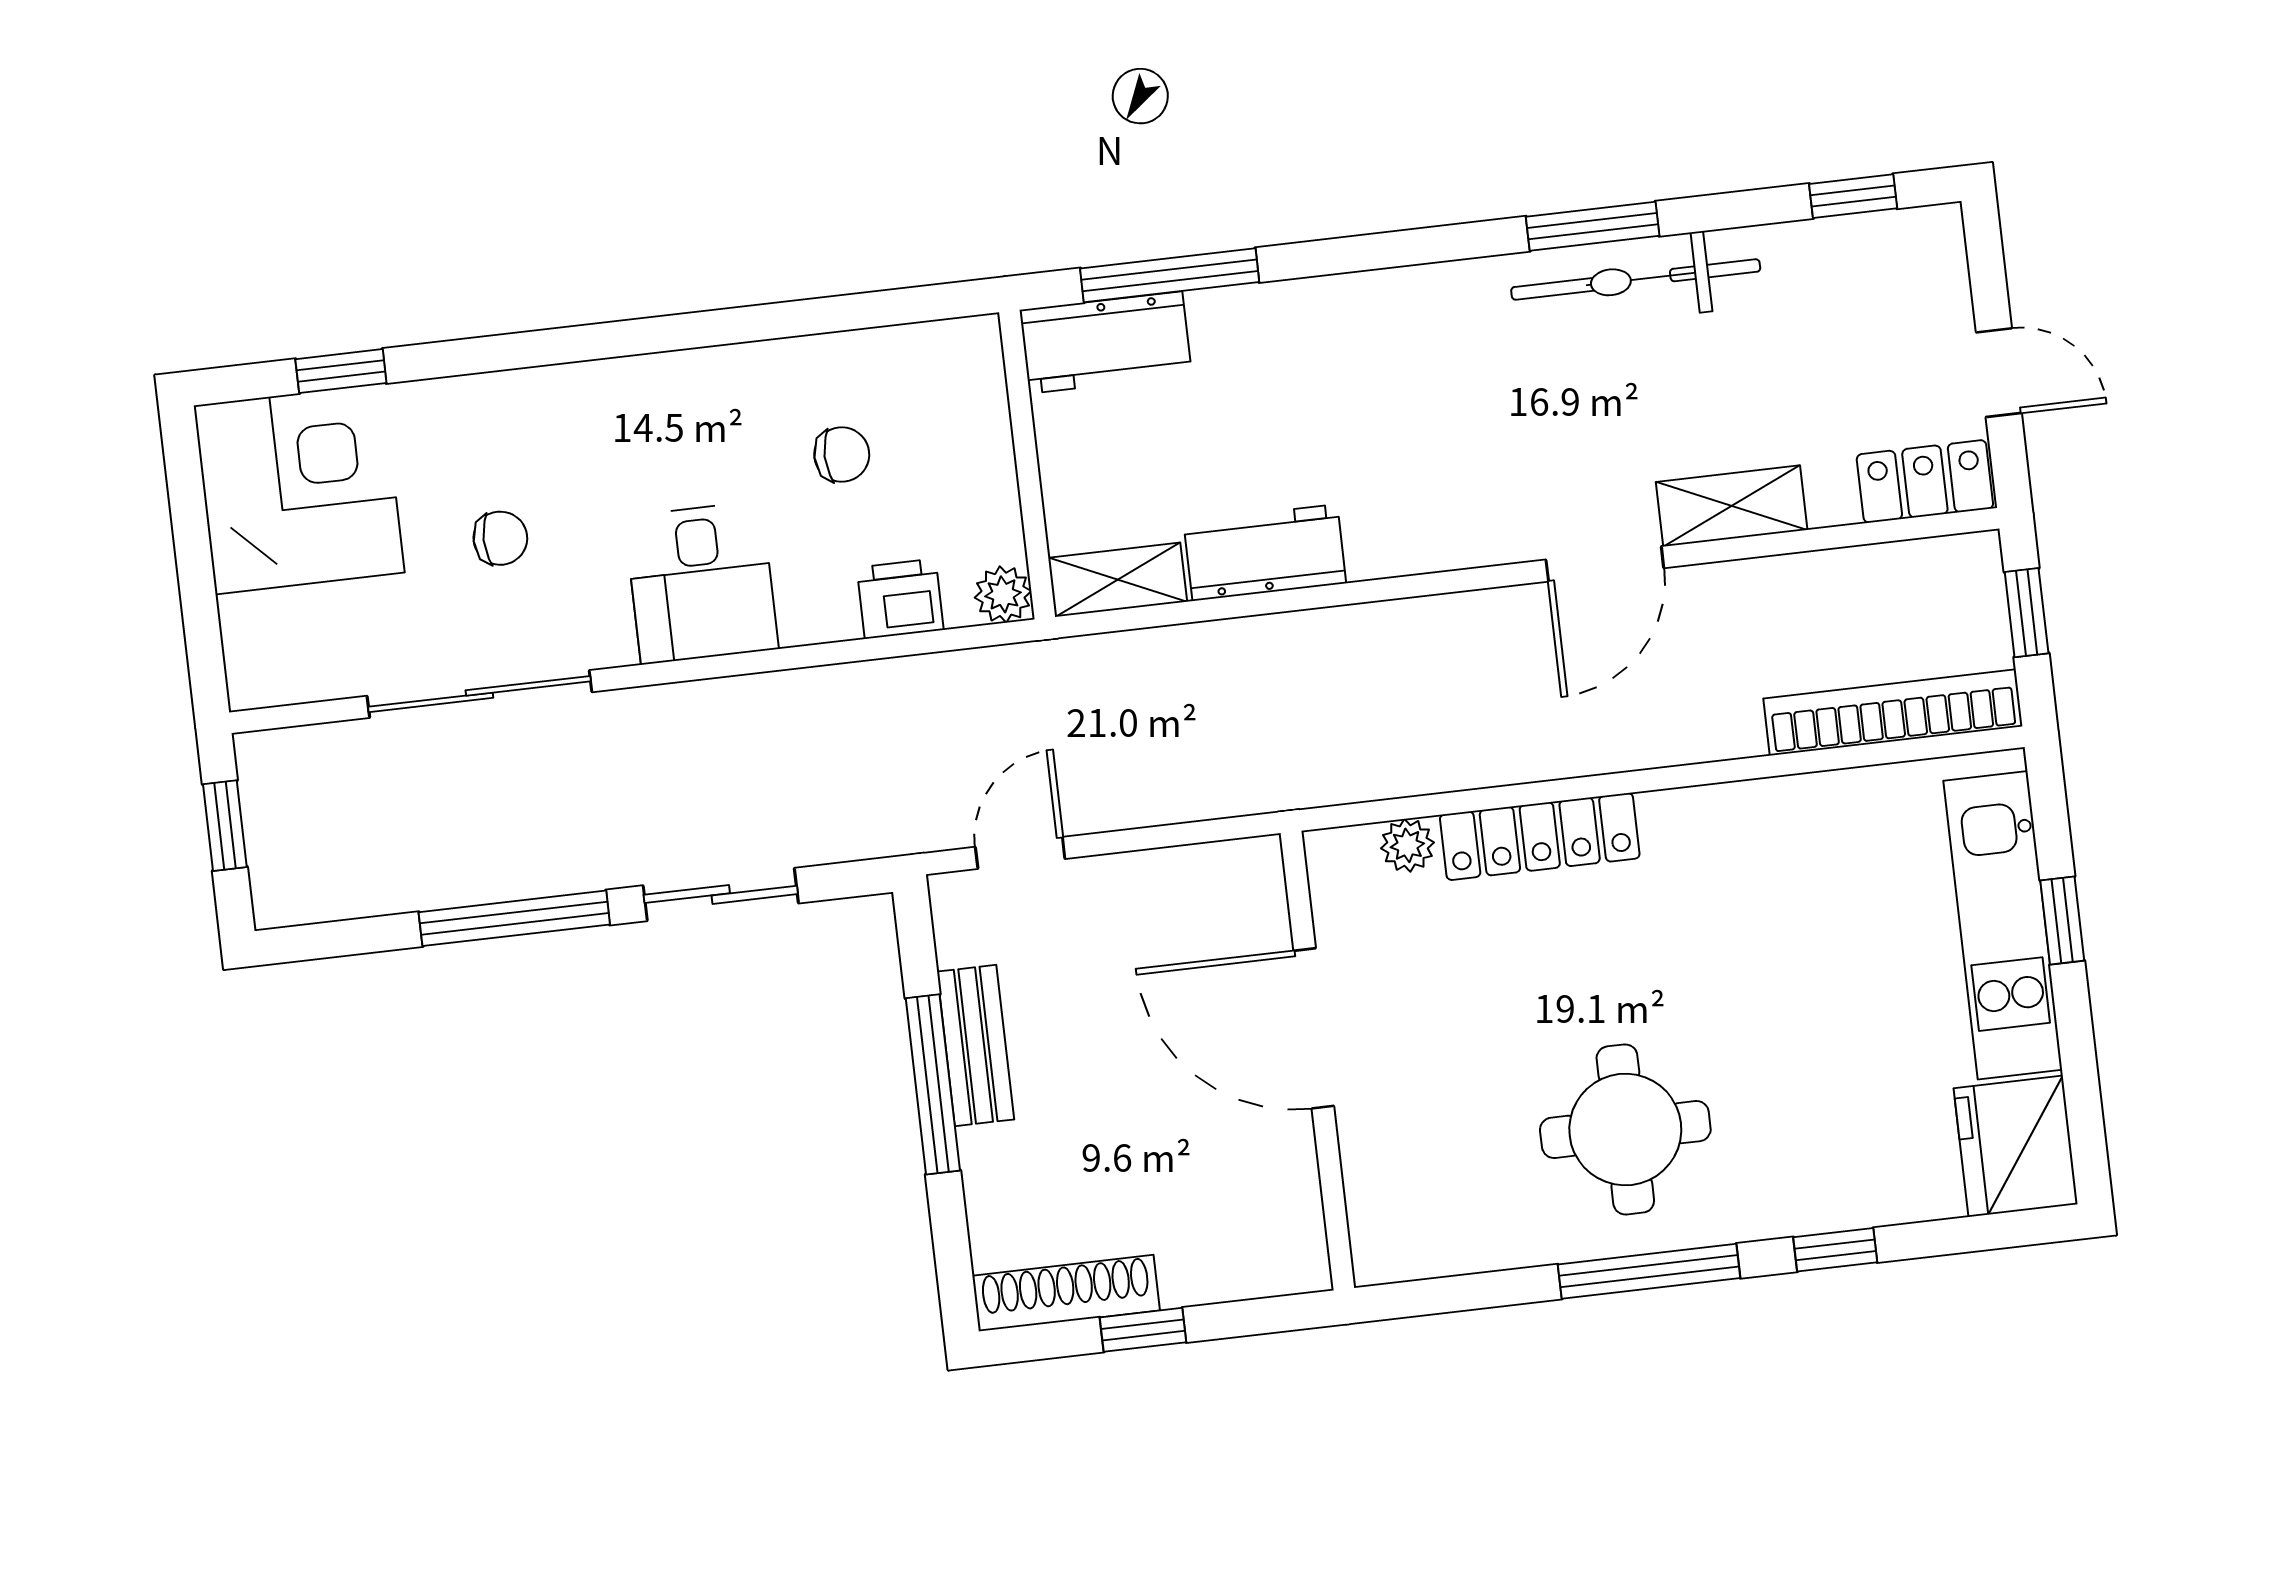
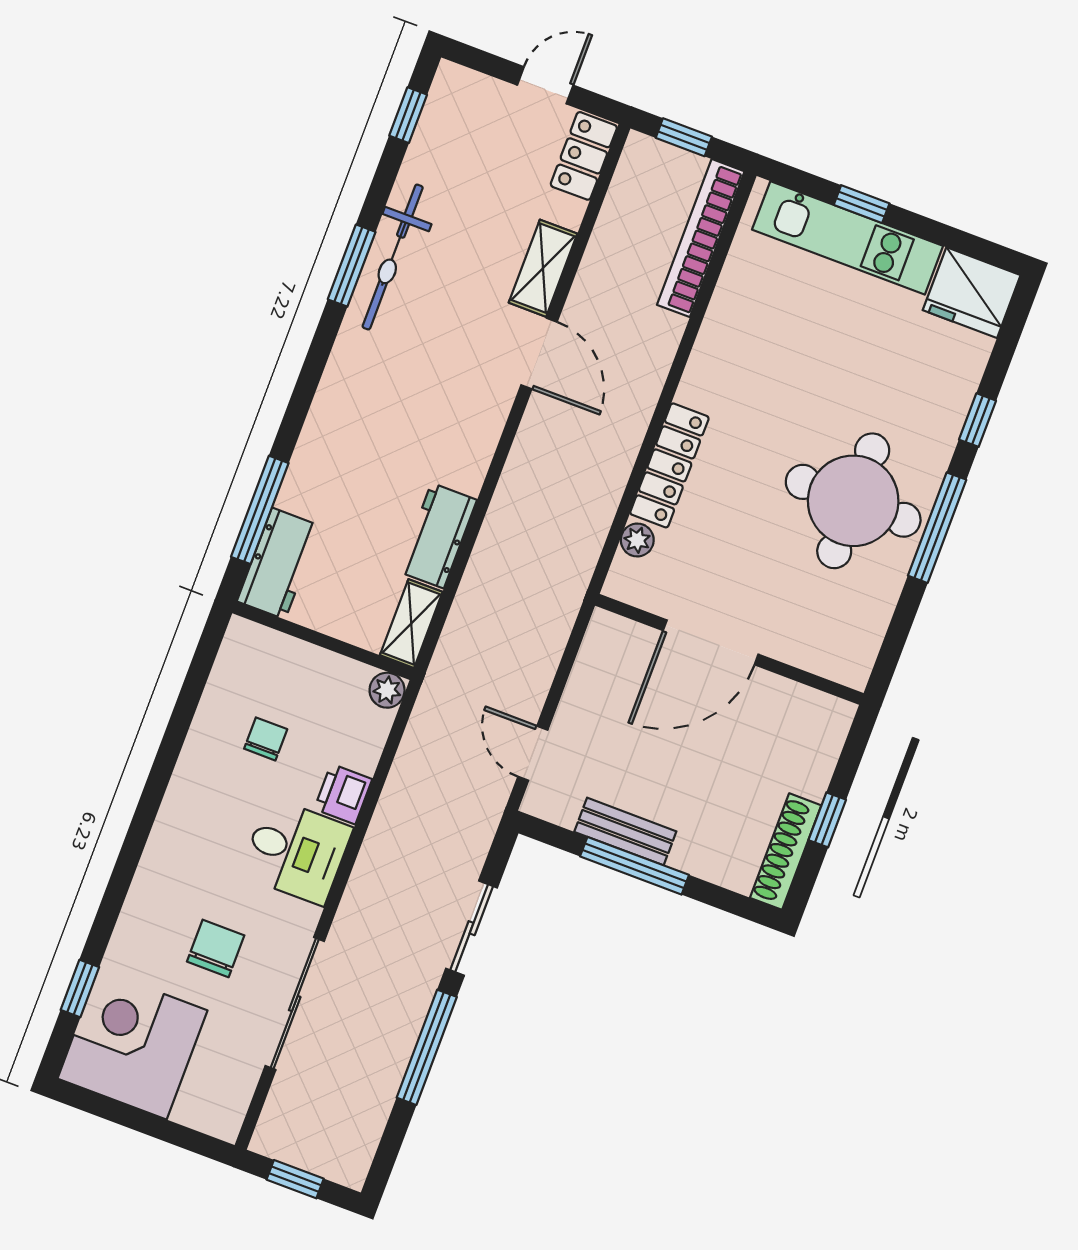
chair: (500, 538) -> (216, 948), width x1.37, depth x1.37
printer: (900, 599) -> (343, 794), moved
round table: (1625, 1129) -> (853, 501), width x1.36, depth x1.36

